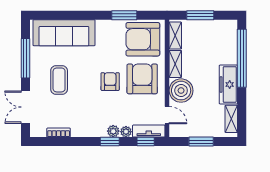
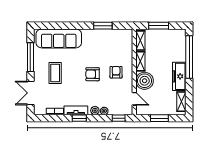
armchair: (143, 39) -> (117, 43), removed
armchair: (142, 79) -> (116, 72), width x0.53, depth x0.53
armchair: (110, 82) -> (93, 74), turned -90
tv unit: (149, 131) -> (76, 110), moved
window: (110, 142) -> (79, 118), moved

